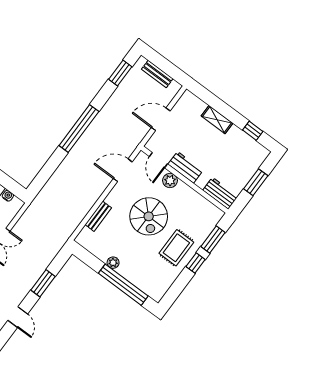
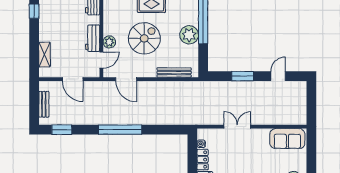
shelving: (217, 120) -> (45, 55), moved
bench: (98, 216) -> (174, 73), width x1.36
plant: (113, 263) -> (189, 35), width x1.88, depth x1.88

